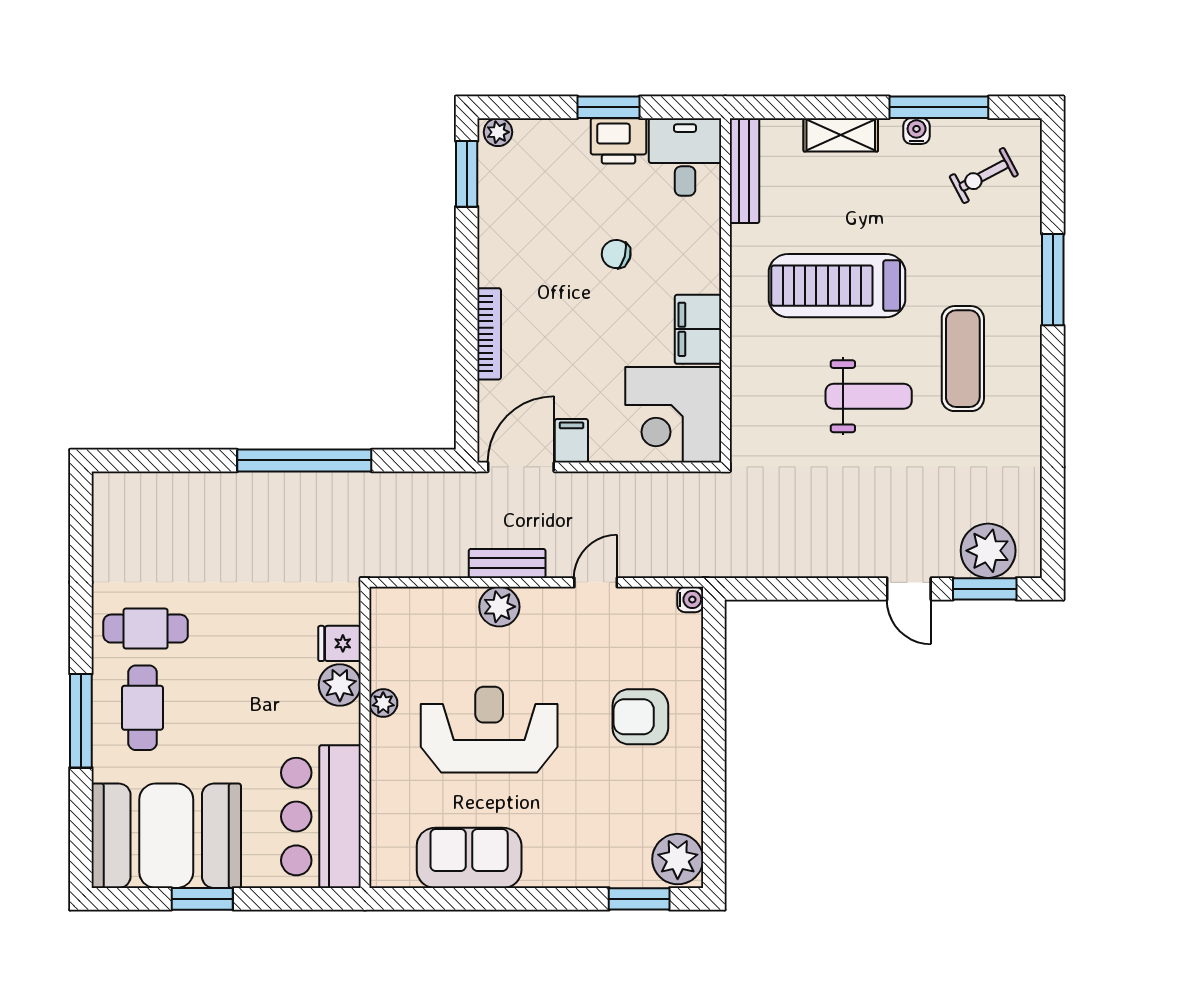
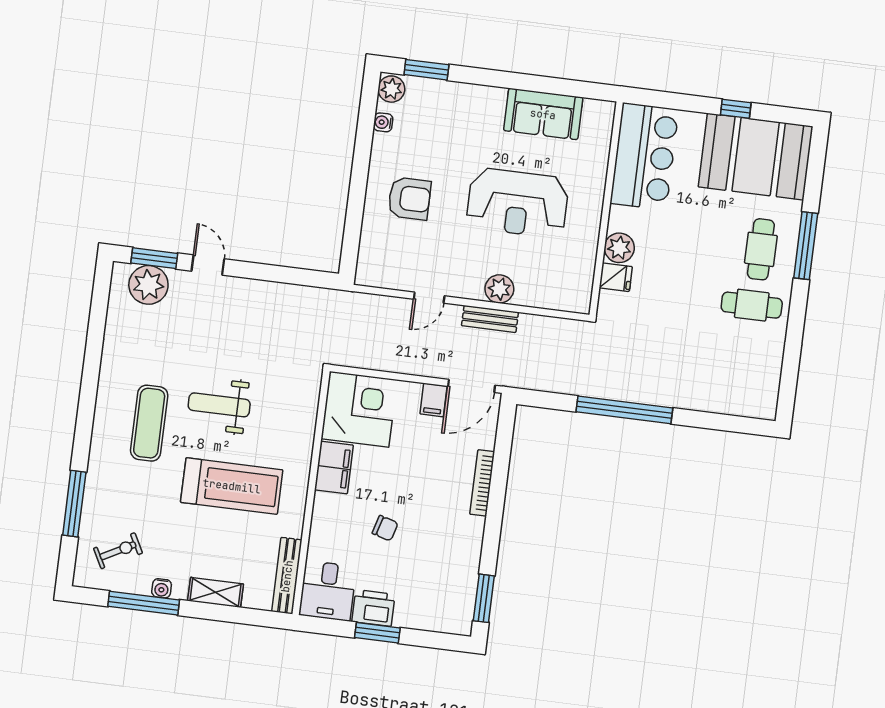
plant: (498, 132) -> (458, 625), removed
window: (1053, 280) -> (74, 504), moved
water cooler: (690, 599) -> (383, 122), moved
plant: (383, 703) -> (590, 231), removed
plant: (678, 859) -> (391, 89), width x0.73, depth x0.73
window: (202, 899) -> (736, 109), width x0.67

